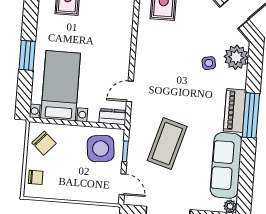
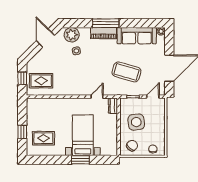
bed with nightstands: (61, 86) -> (83, 135), moved, turned 90
door: (130, 91) -> (97, 97), swing flipped
side table: (101, 149) -> (136, 122), moved

